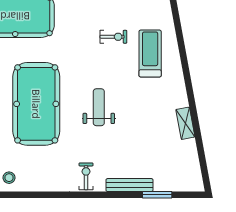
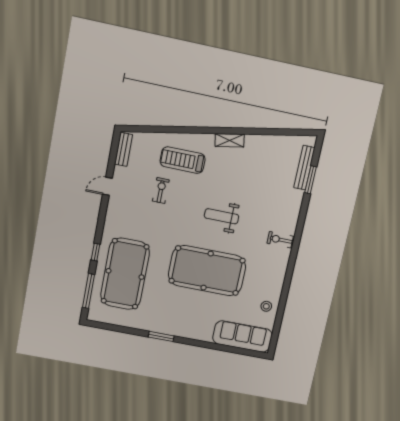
shelving: (185, 123) -> (230, 140), moved
bench: (129, 185) -> (304, 168), moved

